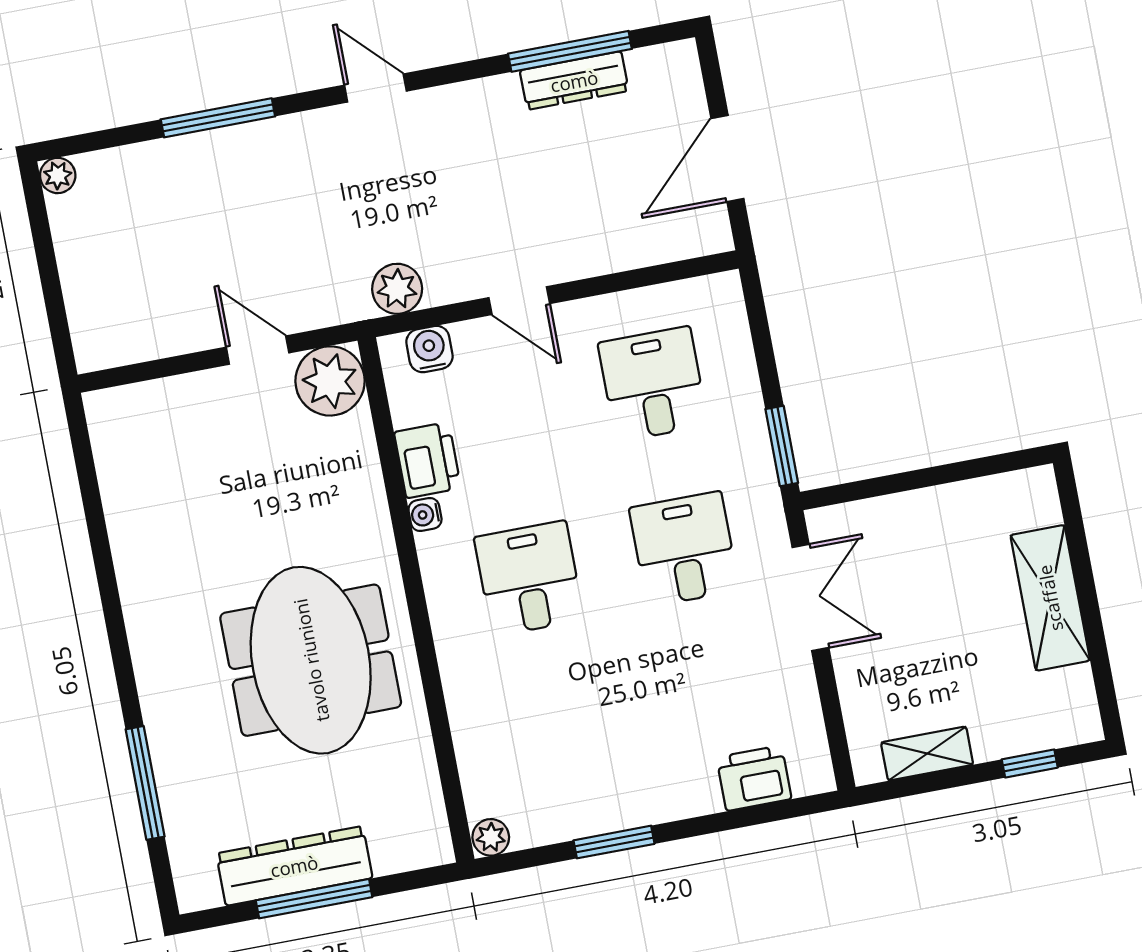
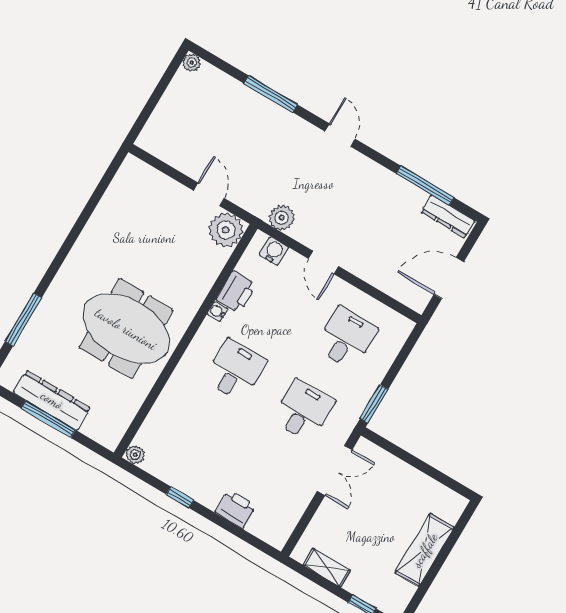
dresser: (574, 81) -> (448, 216), moved
meeting table: (311, 660) -> (126, 329), turned 90
printer: (754, 778) -> (236, 509), moved
window: (614, 842) -> (180, 497), width x0.67

